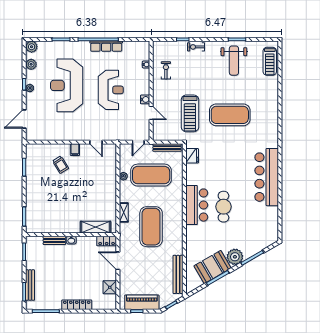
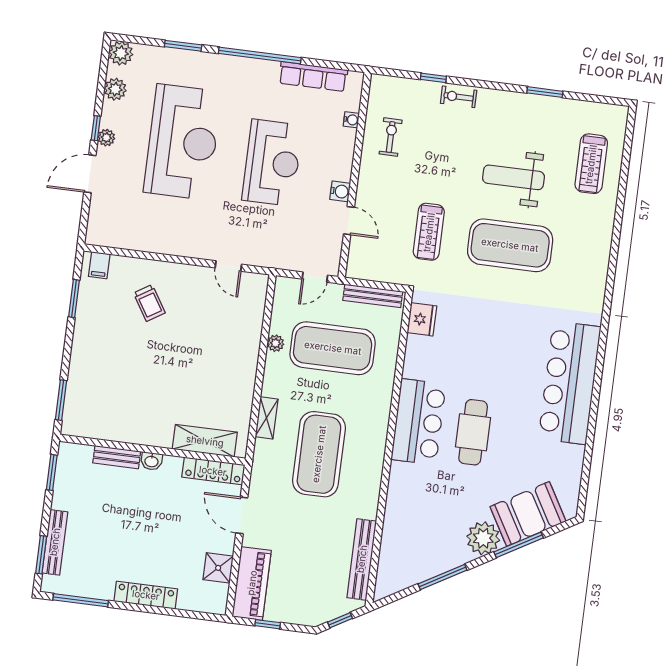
row of seats: (106, 46) -> (313, 77), moved
weight bench: (234, 61) -> (513, 177), moved, turned 90
treadmill: (270, 61) -> (591, 164), moved
reception desk: (67, 85) -> (183, 142), turned 180
treadmill: (190, 113) -> (429, 232), width x0.73, depth x0.73
door: (24, 119) -> (90, 174), moved
filing cabinet: (75, 150) -> (99, 265), moved
locker: (107, 241) -> (213, 471), width x1.53
booth: (213, 267) -> (528, 514), moved
piano: (142, 302) -> (252, 583), moved, turned 90

